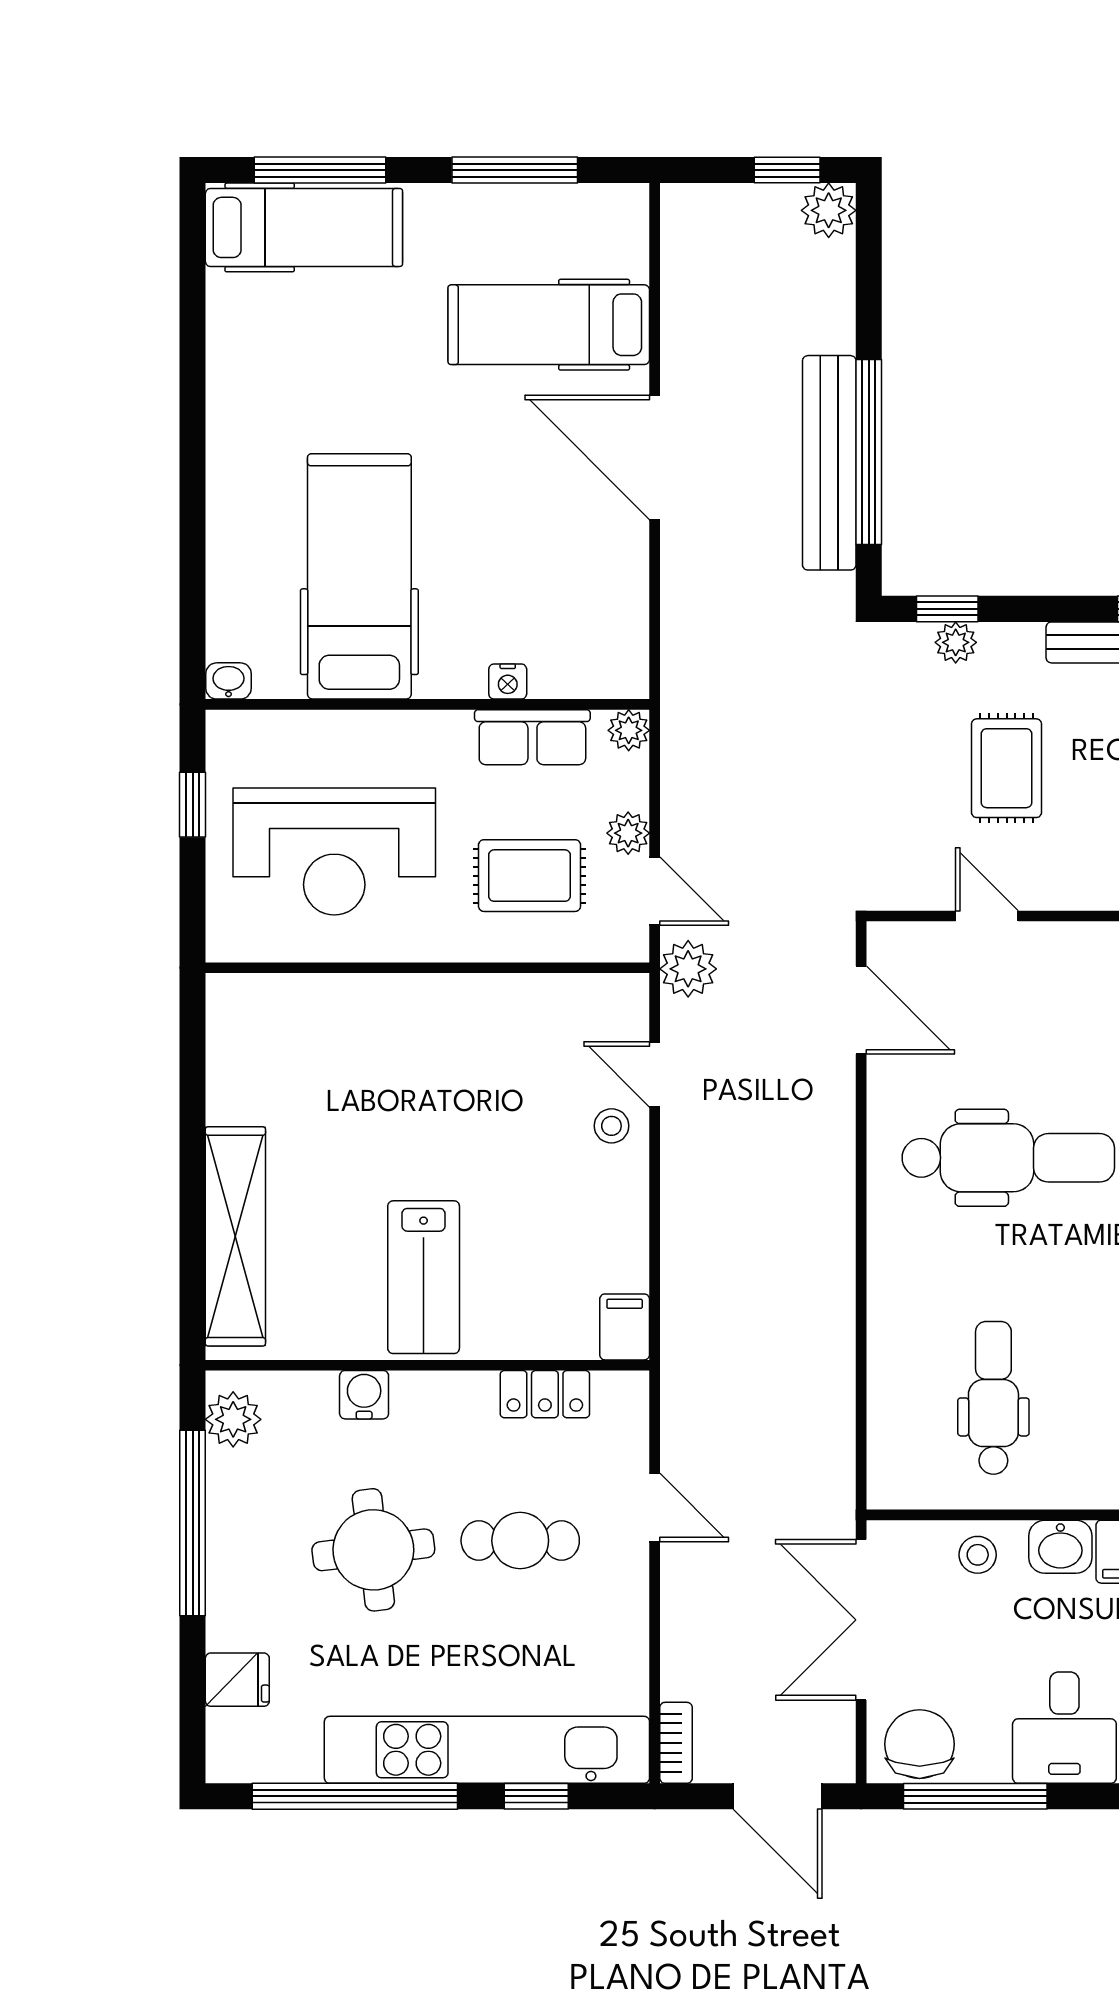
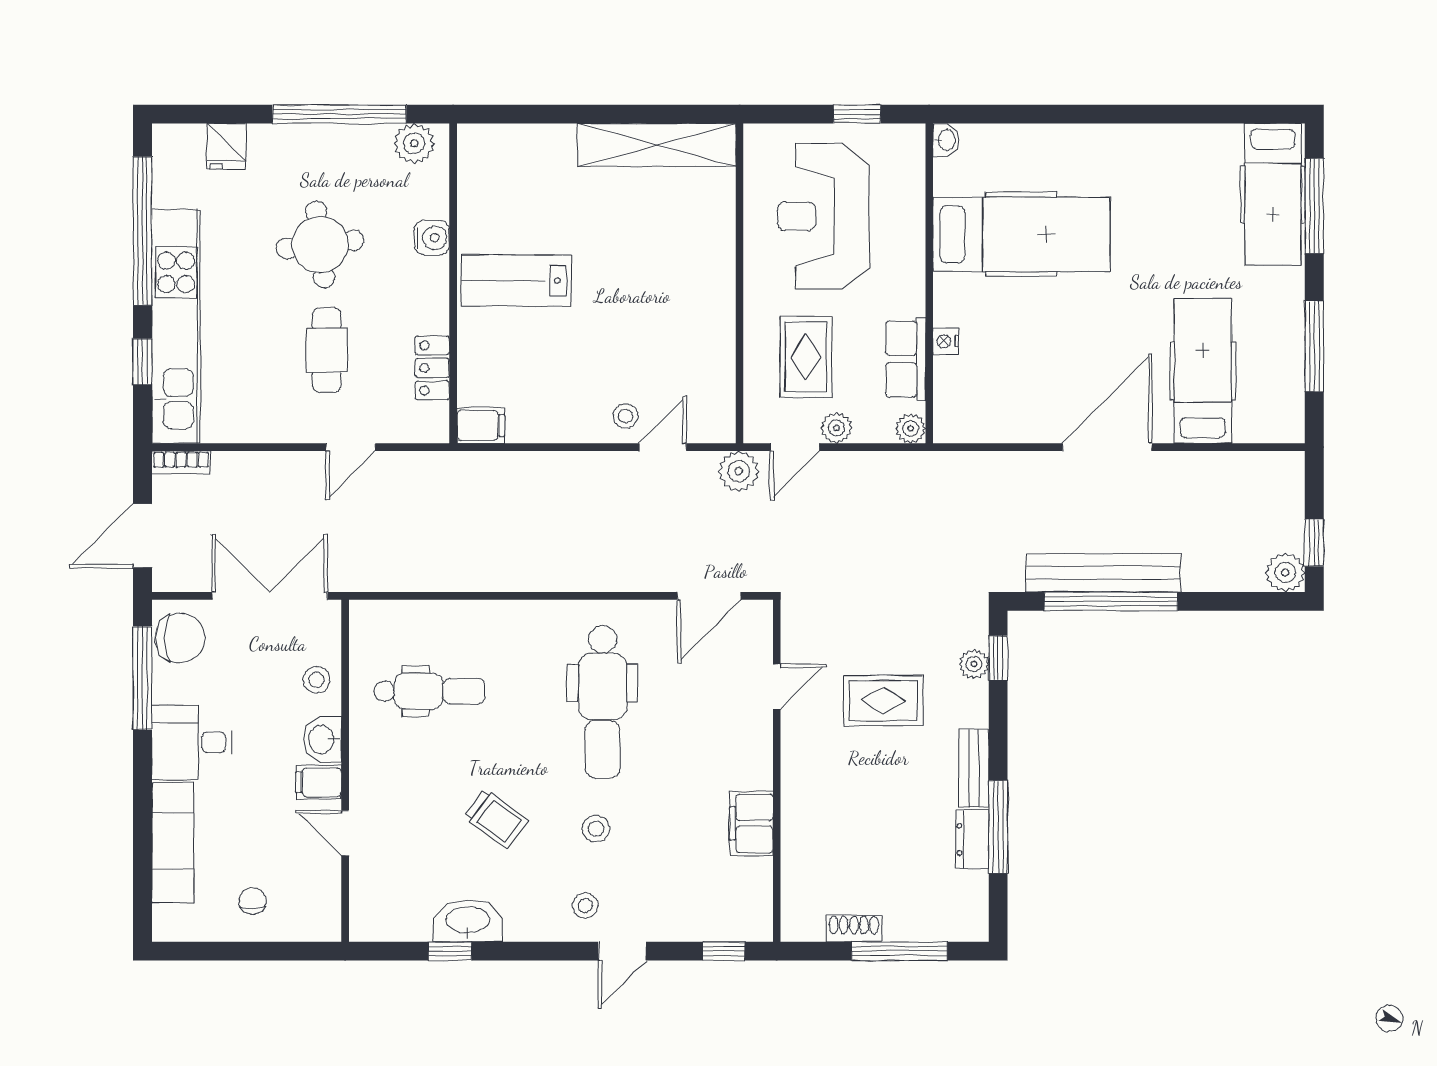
shelving: (235, 1236) -> (657, 145), moved

